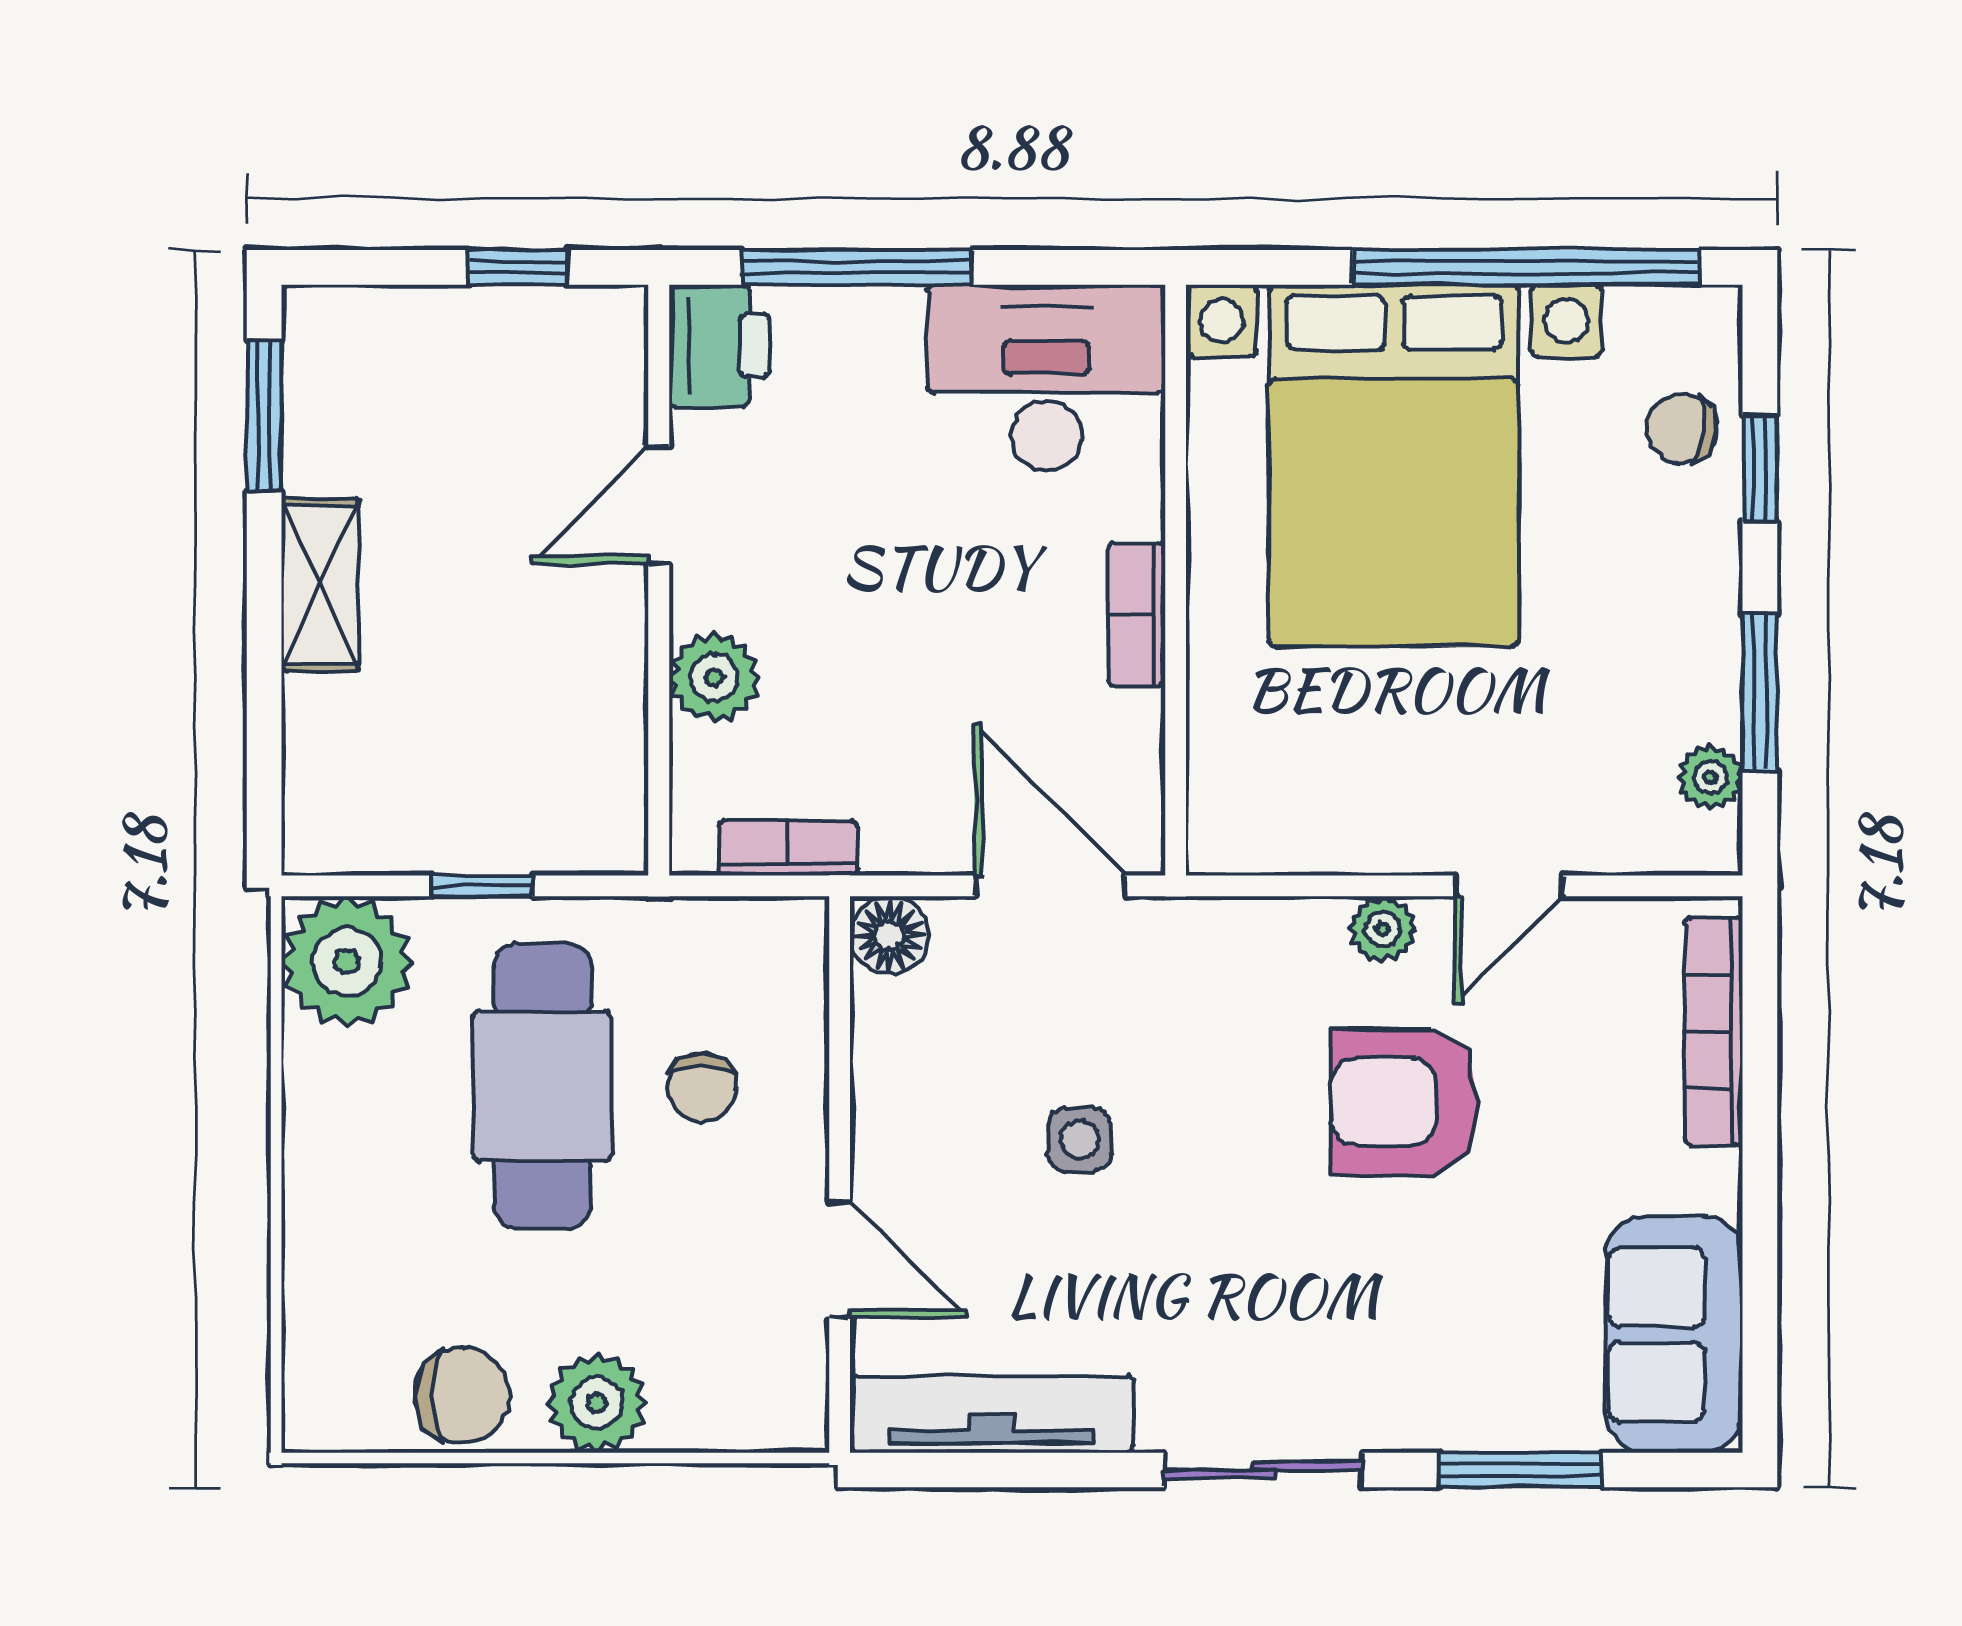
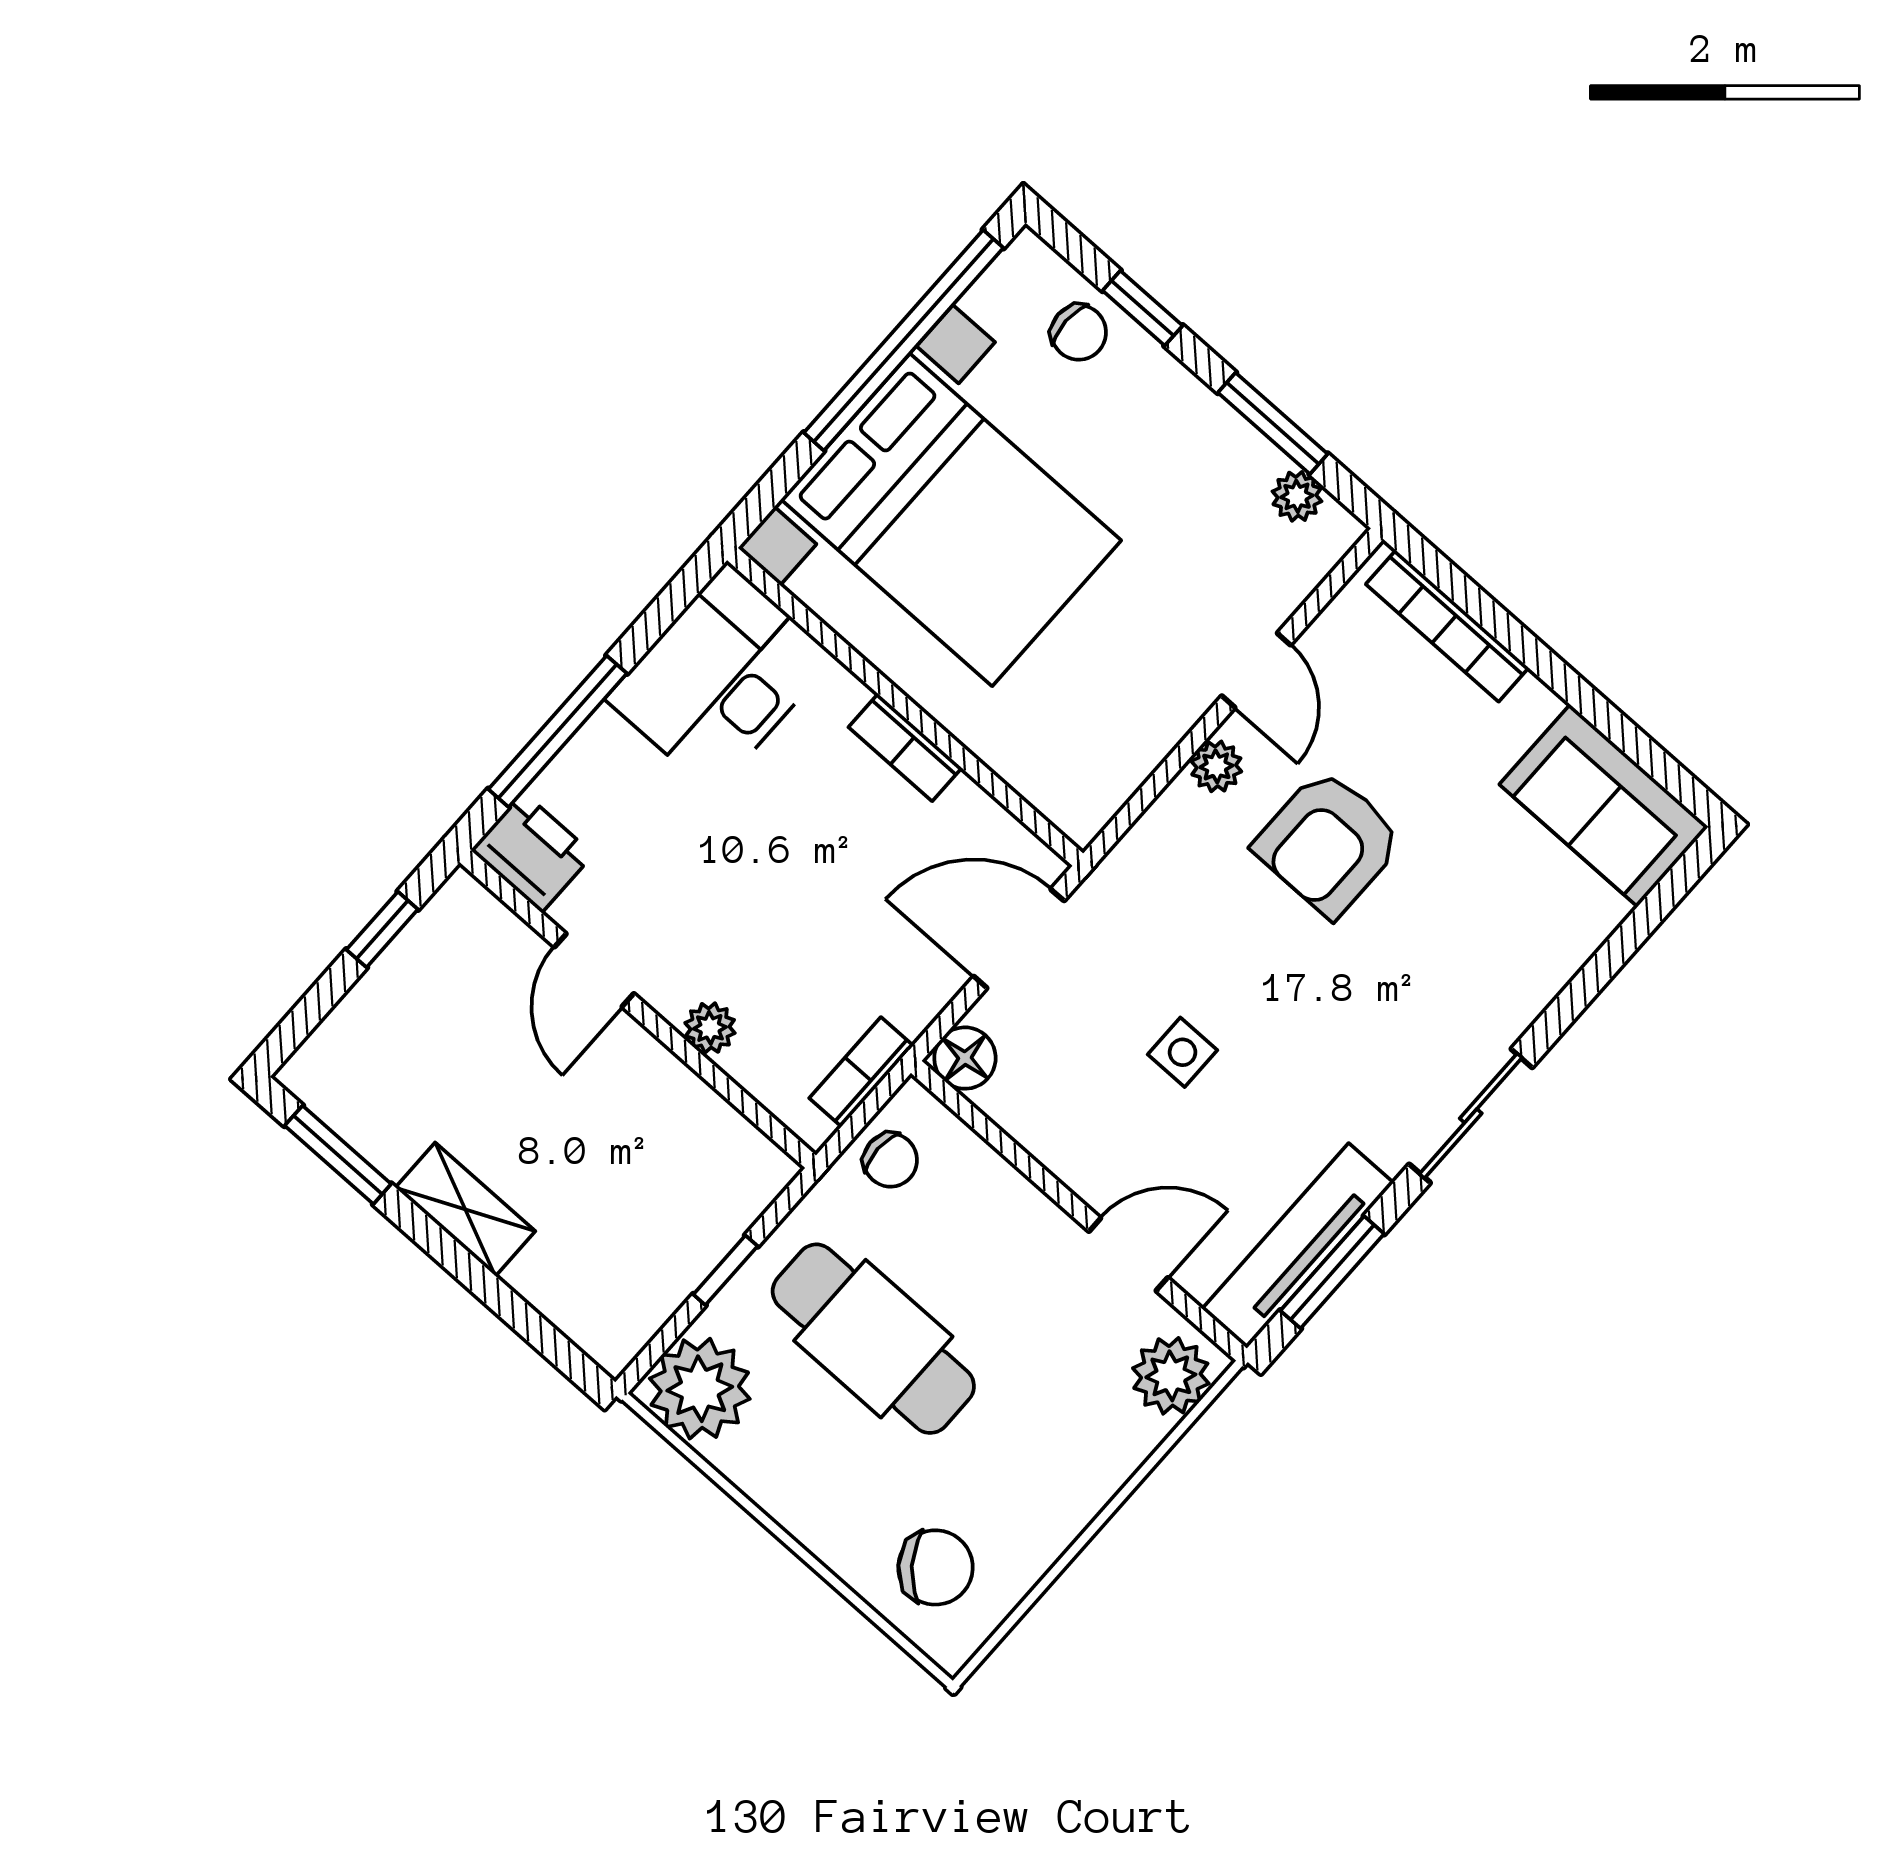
chair: (1682, 429) -> (1079, 332), turned -96
plant: (714, 678) -> (710, 1028), width x0.73, depth x0.73
chair: (702, 1087) -> (890, 1160), moved
chair: (462, 1395) -> (935, 1567), moved, turned 52
plant: (597, 1403) -> (1171, 1376), moved
window: (1520, 1470) -> (1332, 1272), moved

